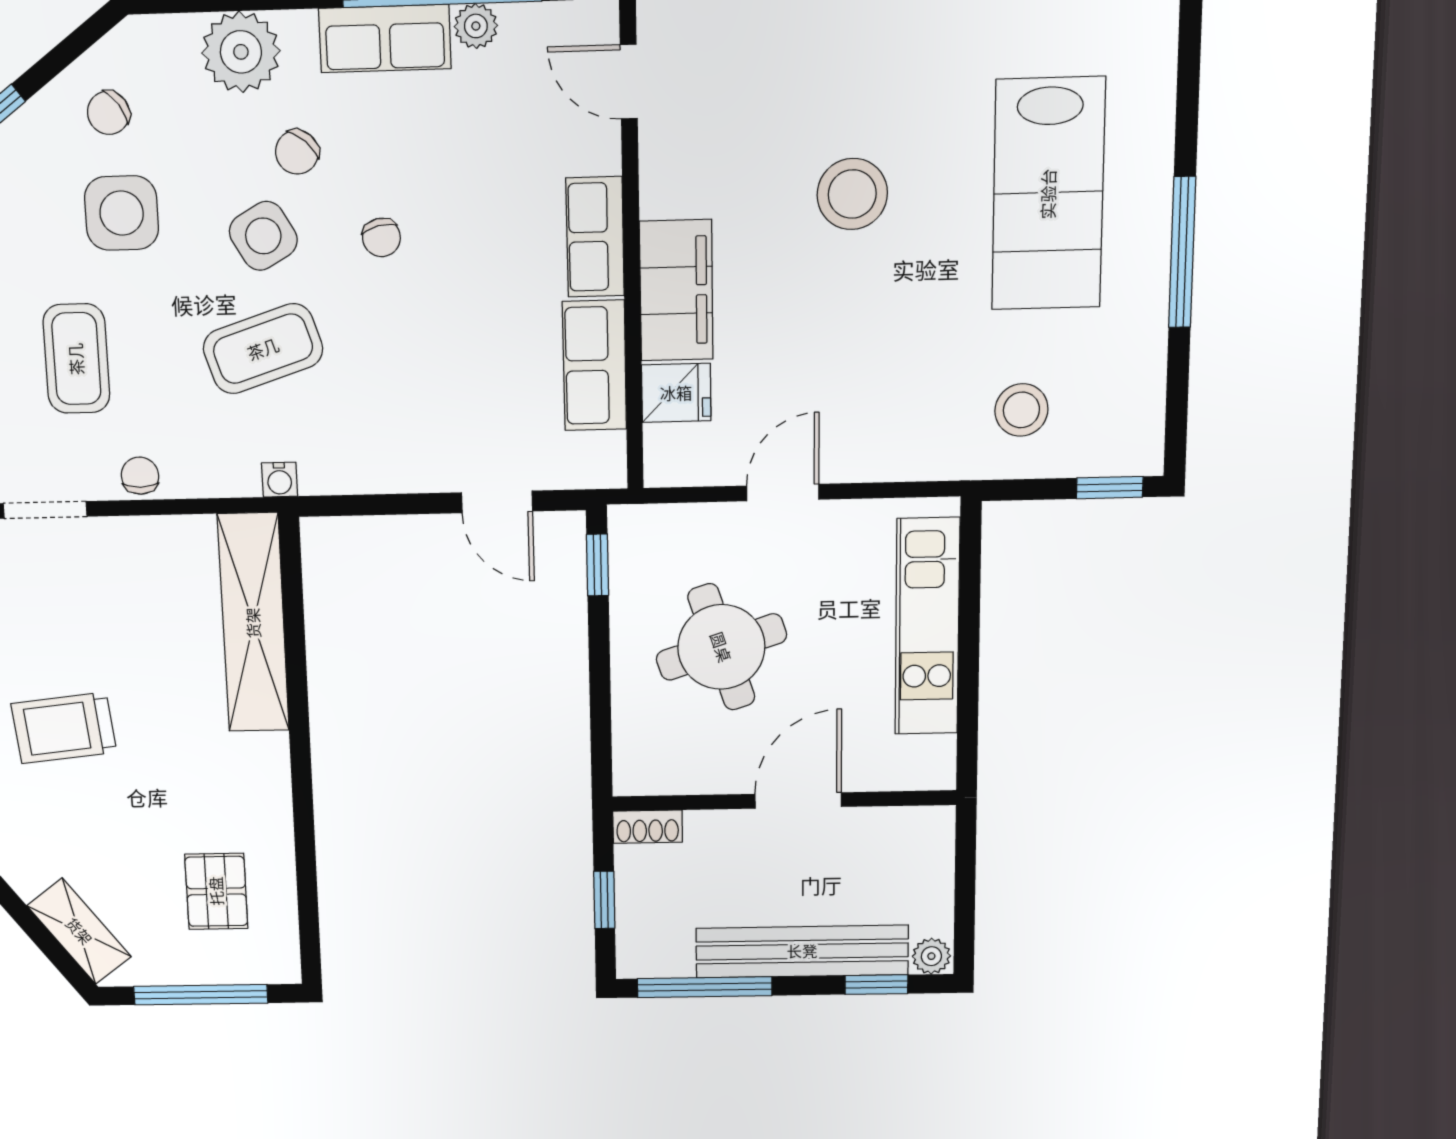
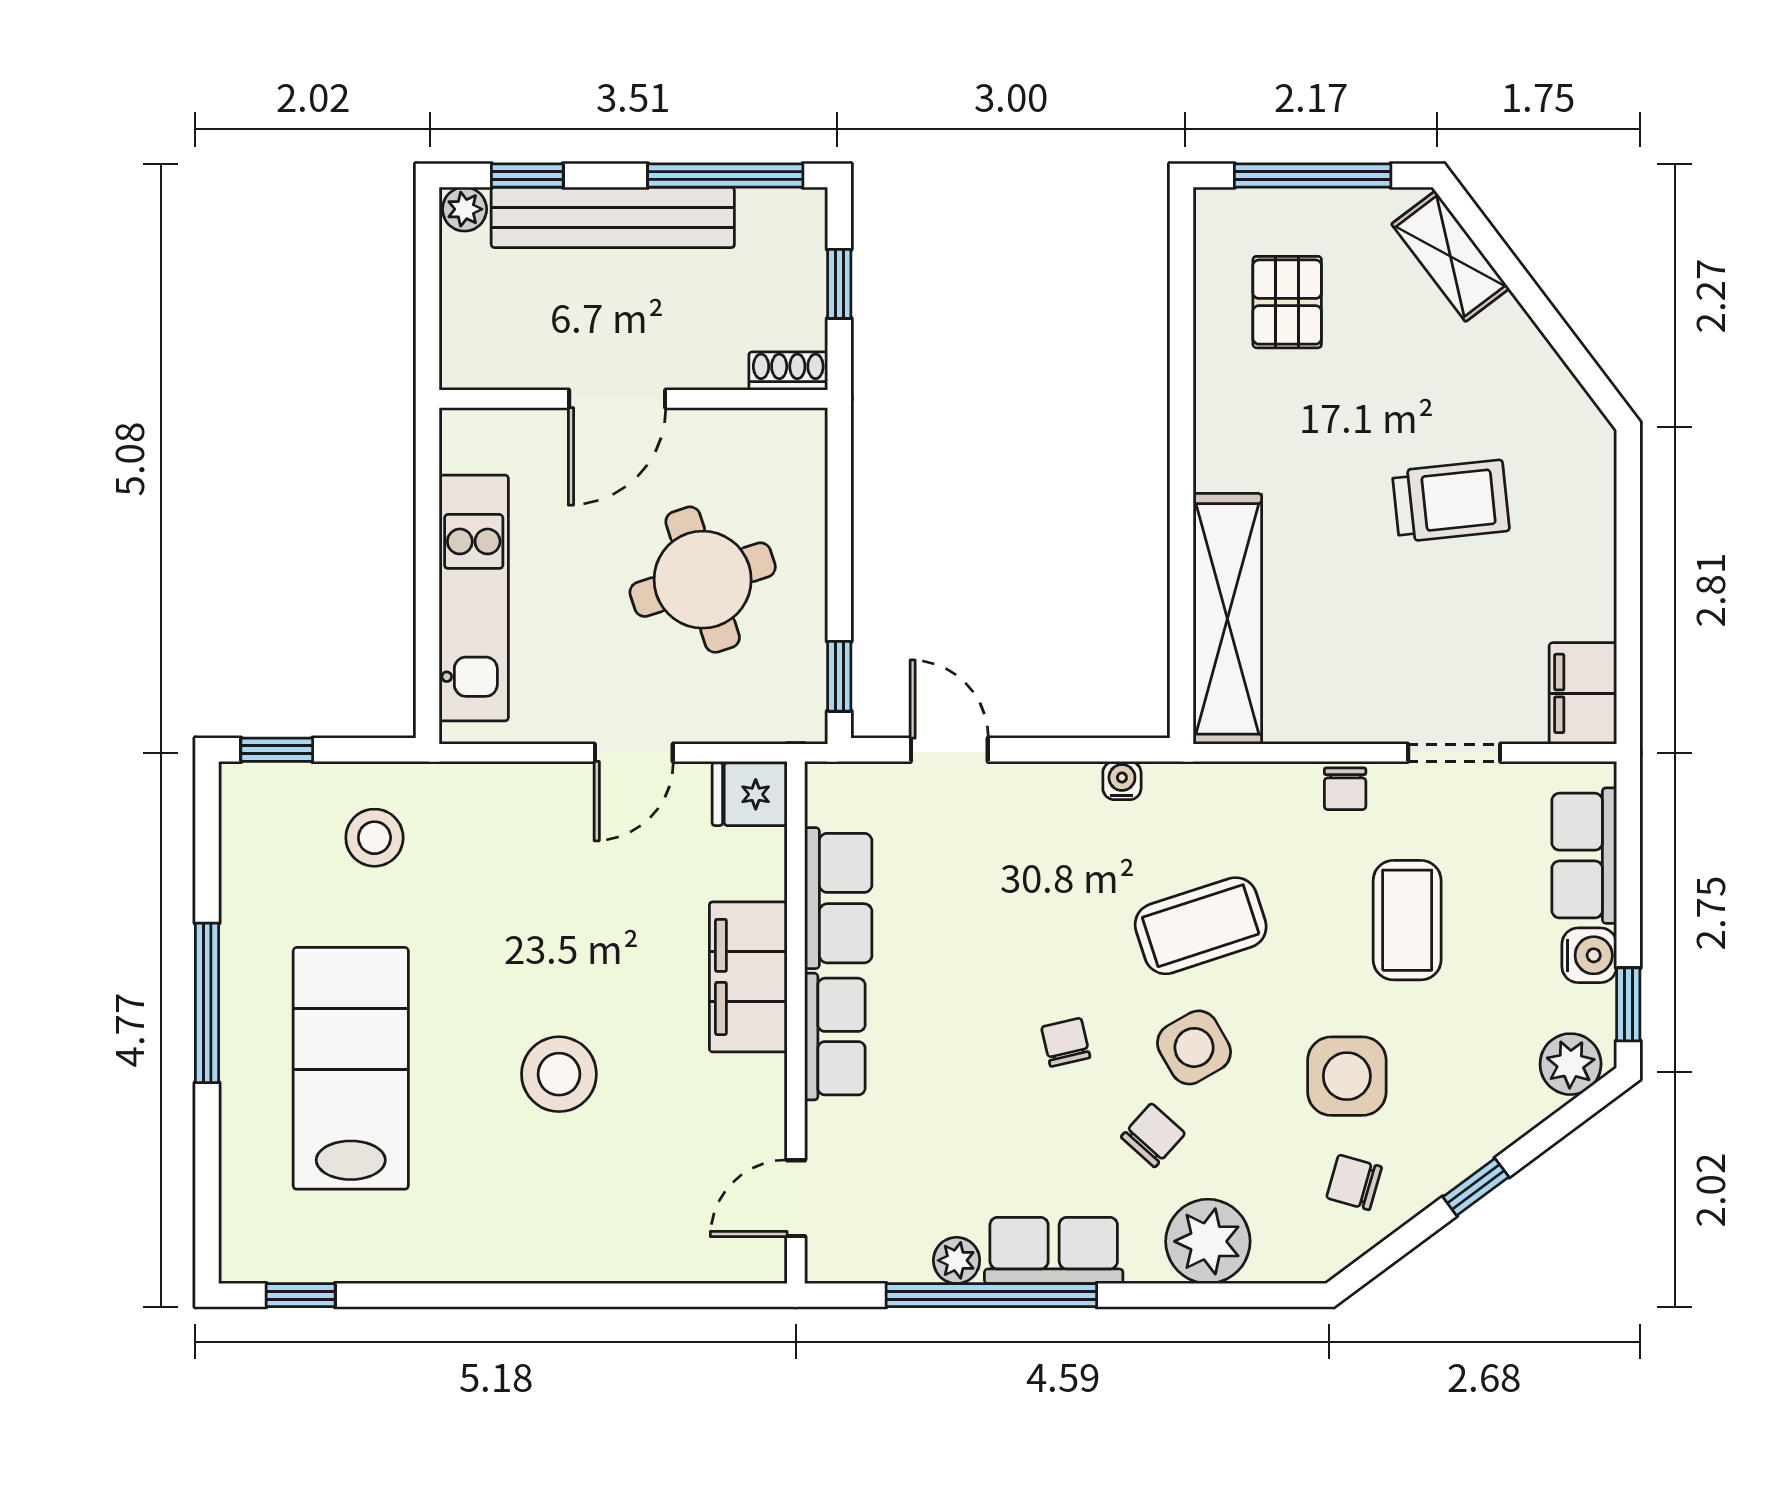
door: (629, 82) -> (796, 1198), swing flipped
chair: (108, 113) -> (1354, 1182), turned -129
fridge: (676, 393) -> (750, 794), moved
water cooler: (280, 480) -> (1122, 781), moved

